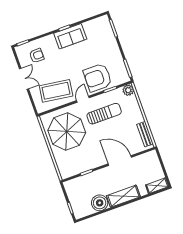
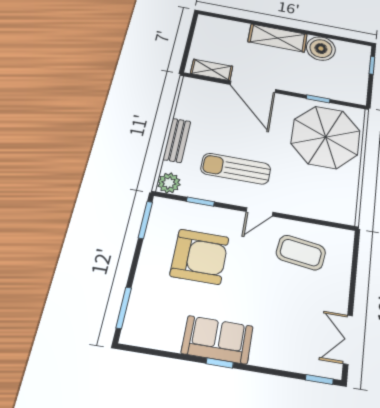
armchair: (37, 56) -> (304, 338), removed
armchair: (98, 78) -> (200, 257), moved
double door: (24, 79) -> (348, 339), moved
coffee table: (56, 91) -> (301, 253), width x0.73, depth x0.76
parasol: (67, 132) -> (326, 137), moved
bench: (145, 134) -> (177, 140), moved
shelving: (157, 186) -> (212, 70), moved

